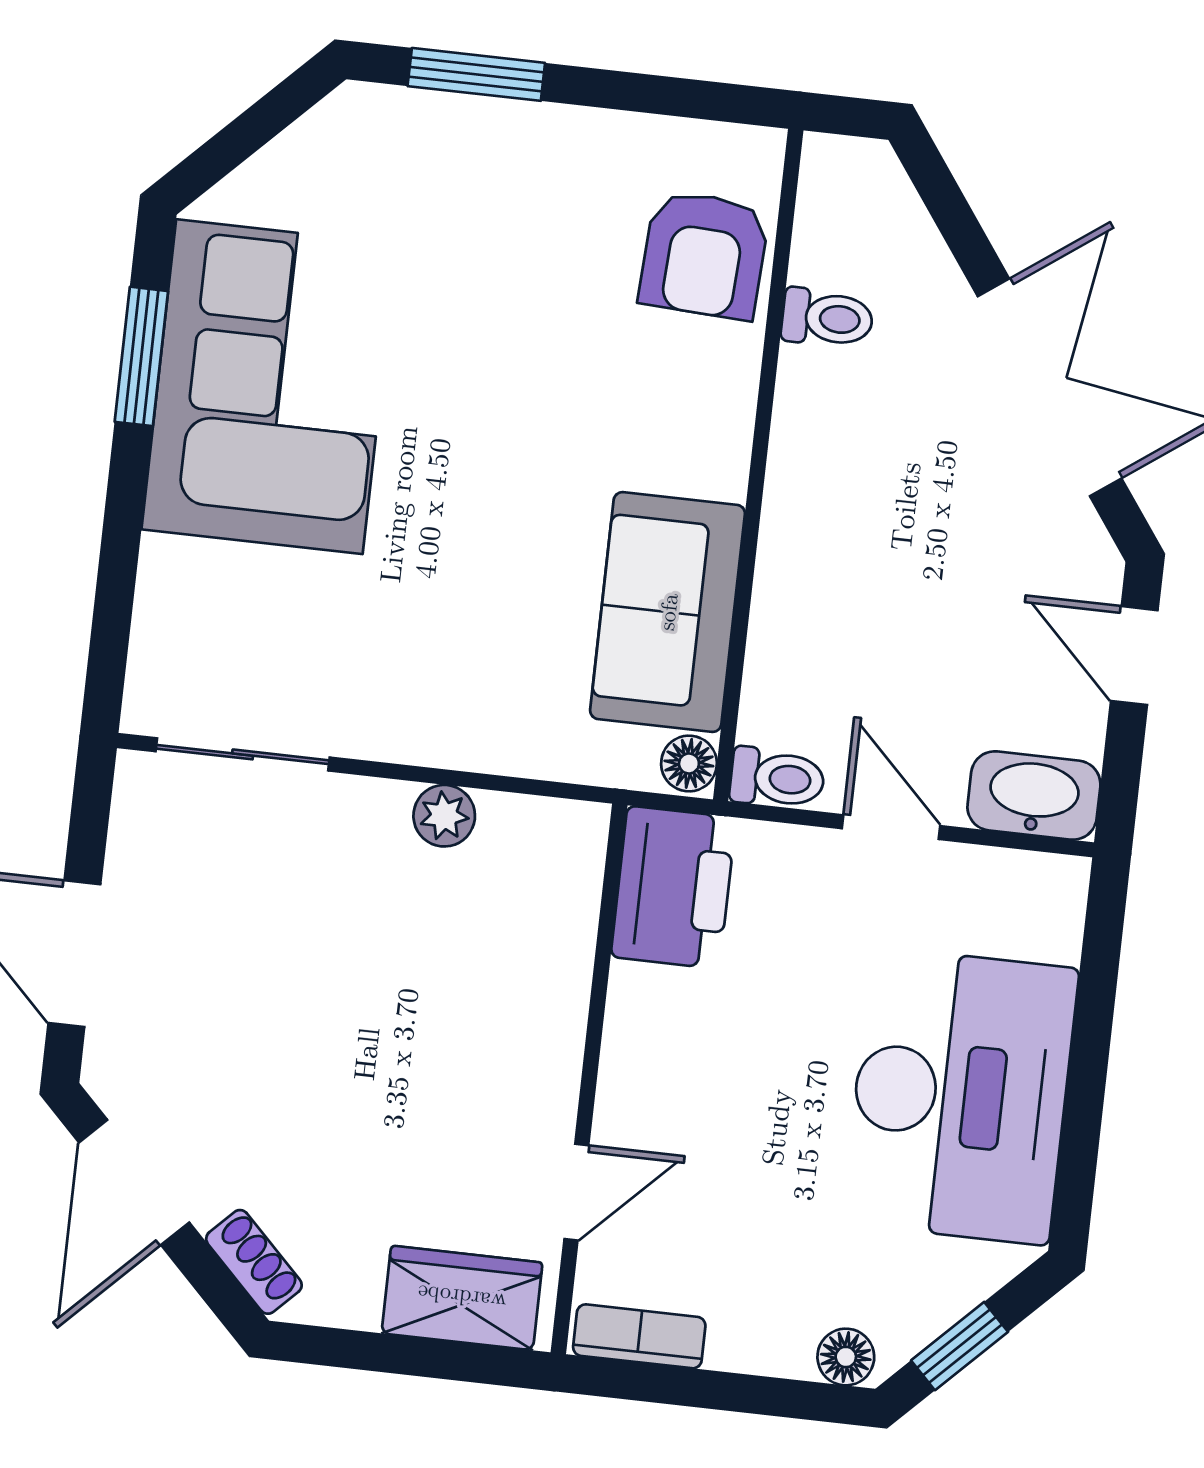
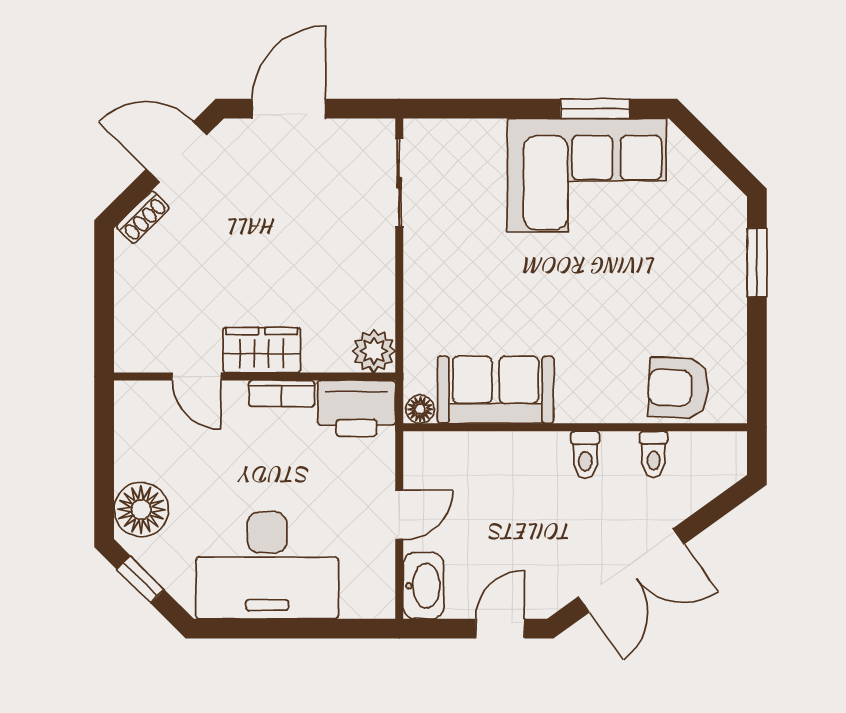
toilet: (777, 778) -> (585, 455), moved
plant: (444, 816) -> (374, 351), moved, width x1.38, depth x1.38
wardrobe: (462, 1298) -> (262, 350), moved, turned -90
bookcase: (639, 1336) -> (282, 394), moved, turned 90
floor lamp: (846, 1357) -> (141, 510), width x1.89, depth x1.89

